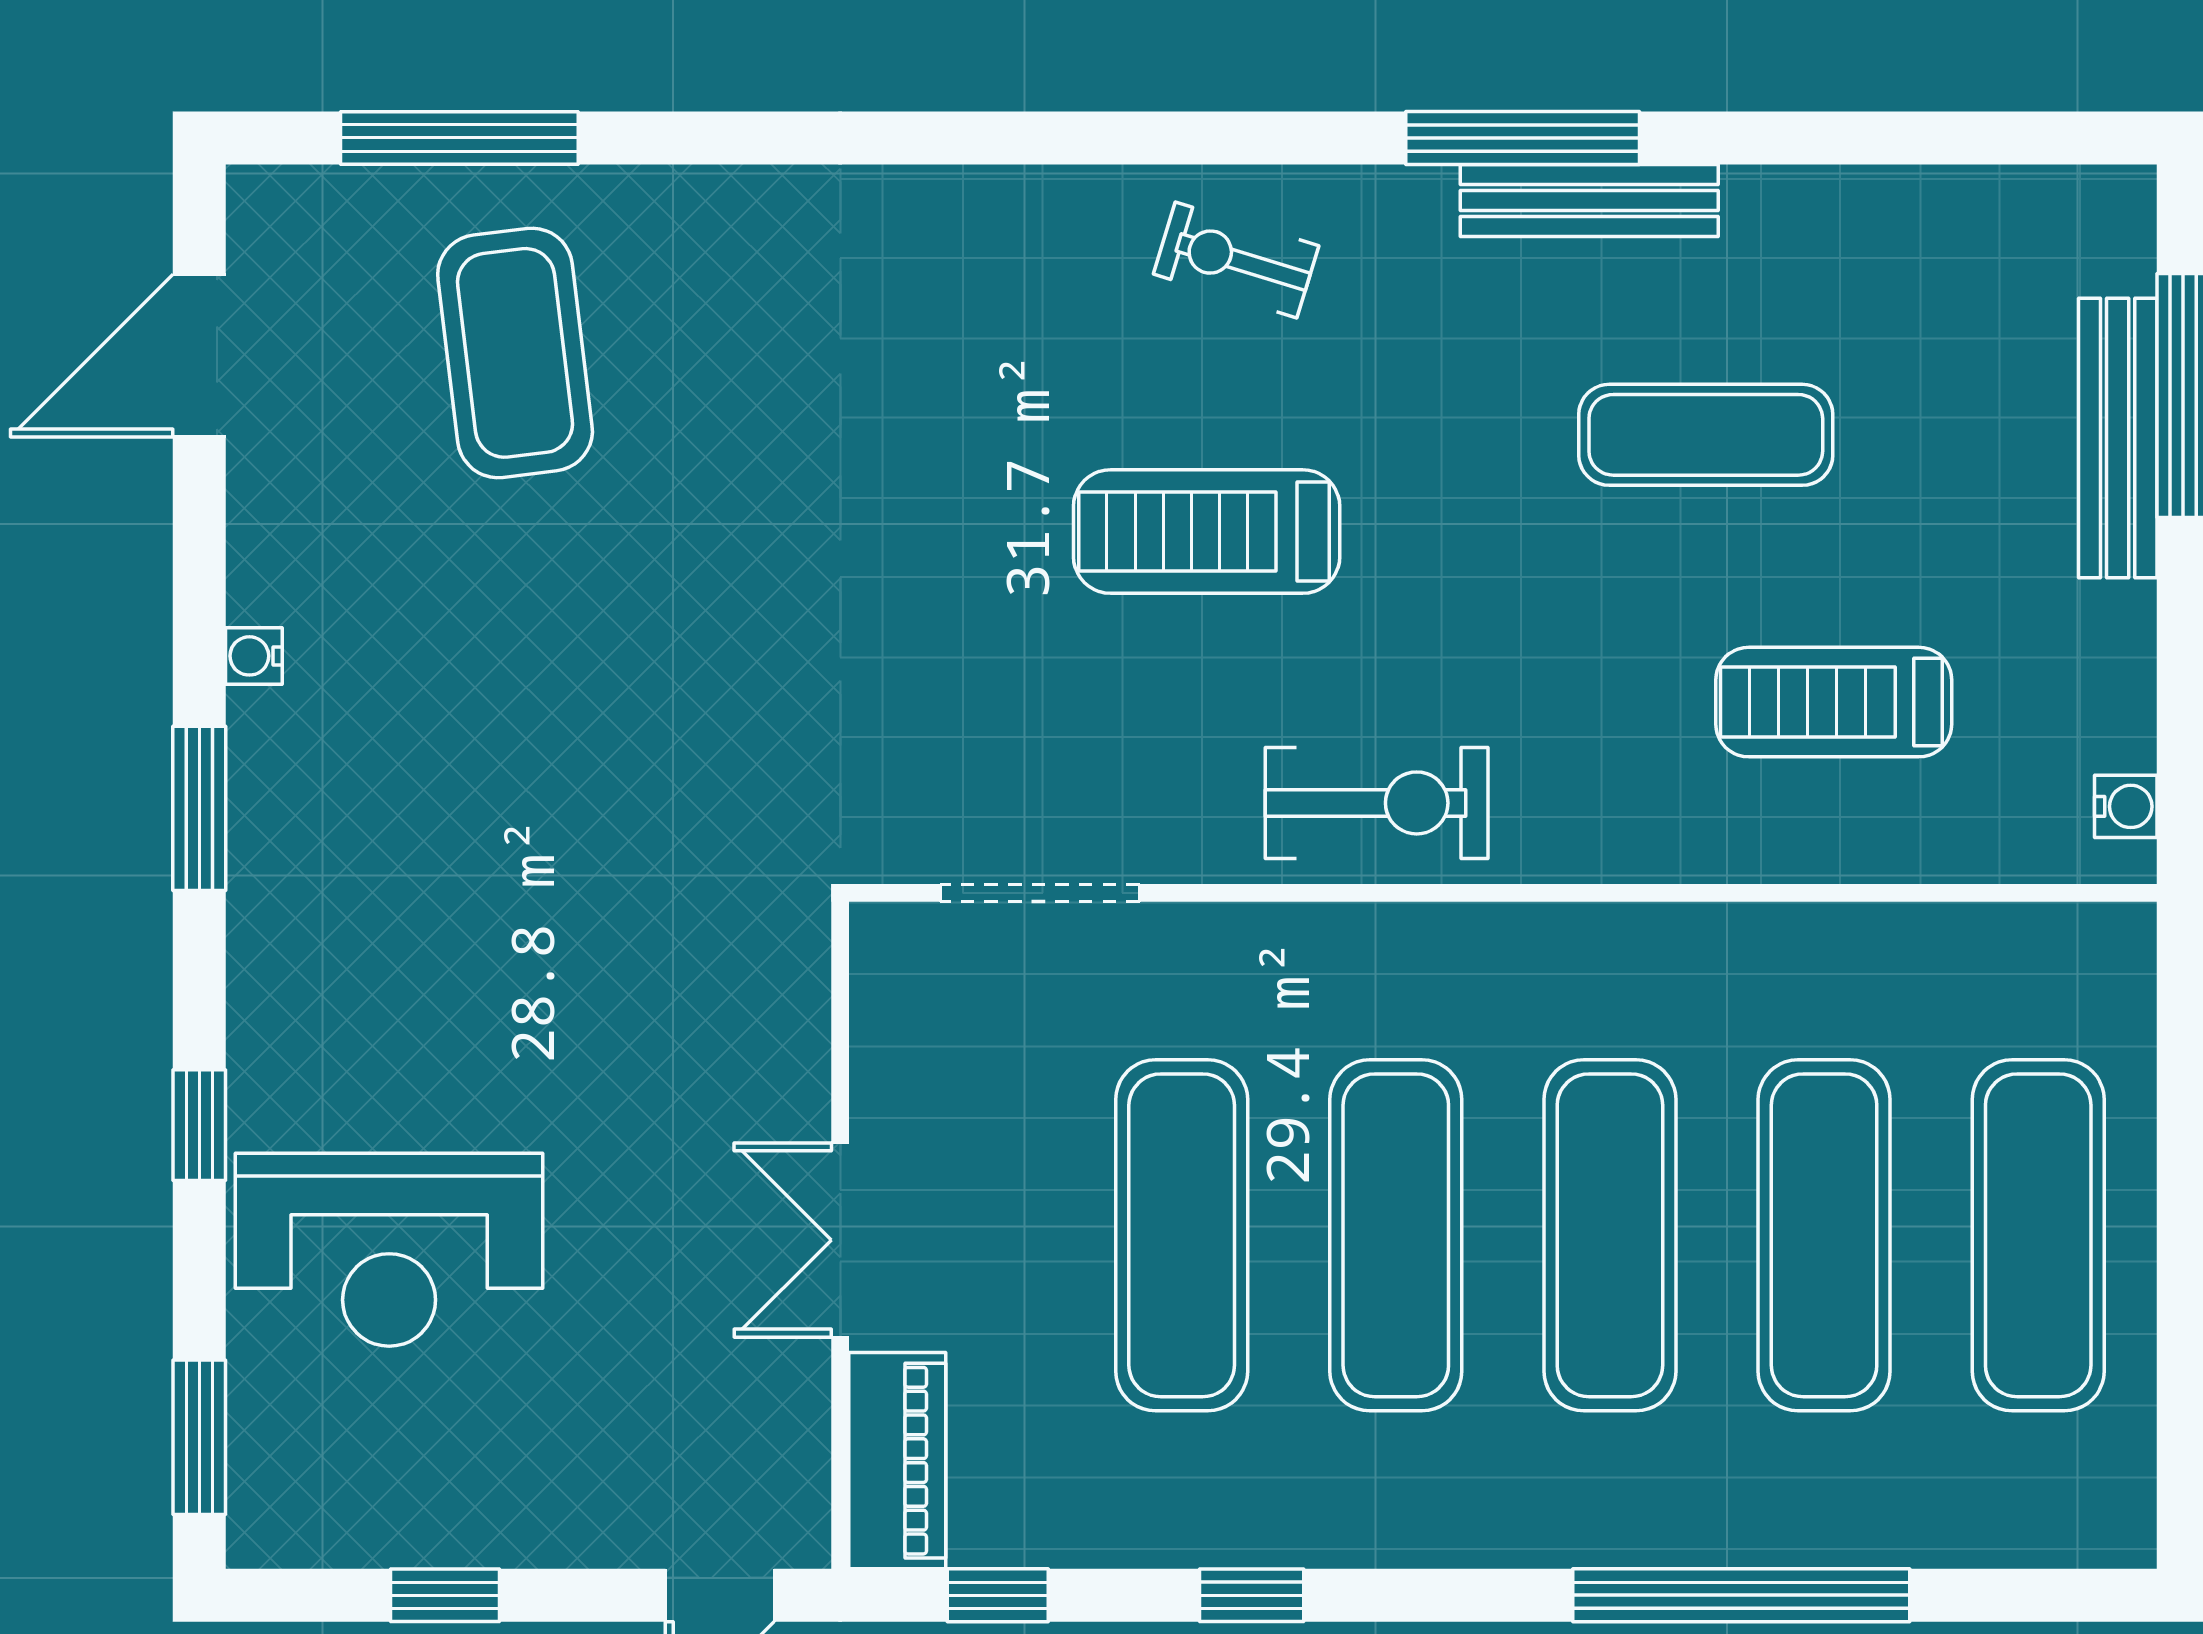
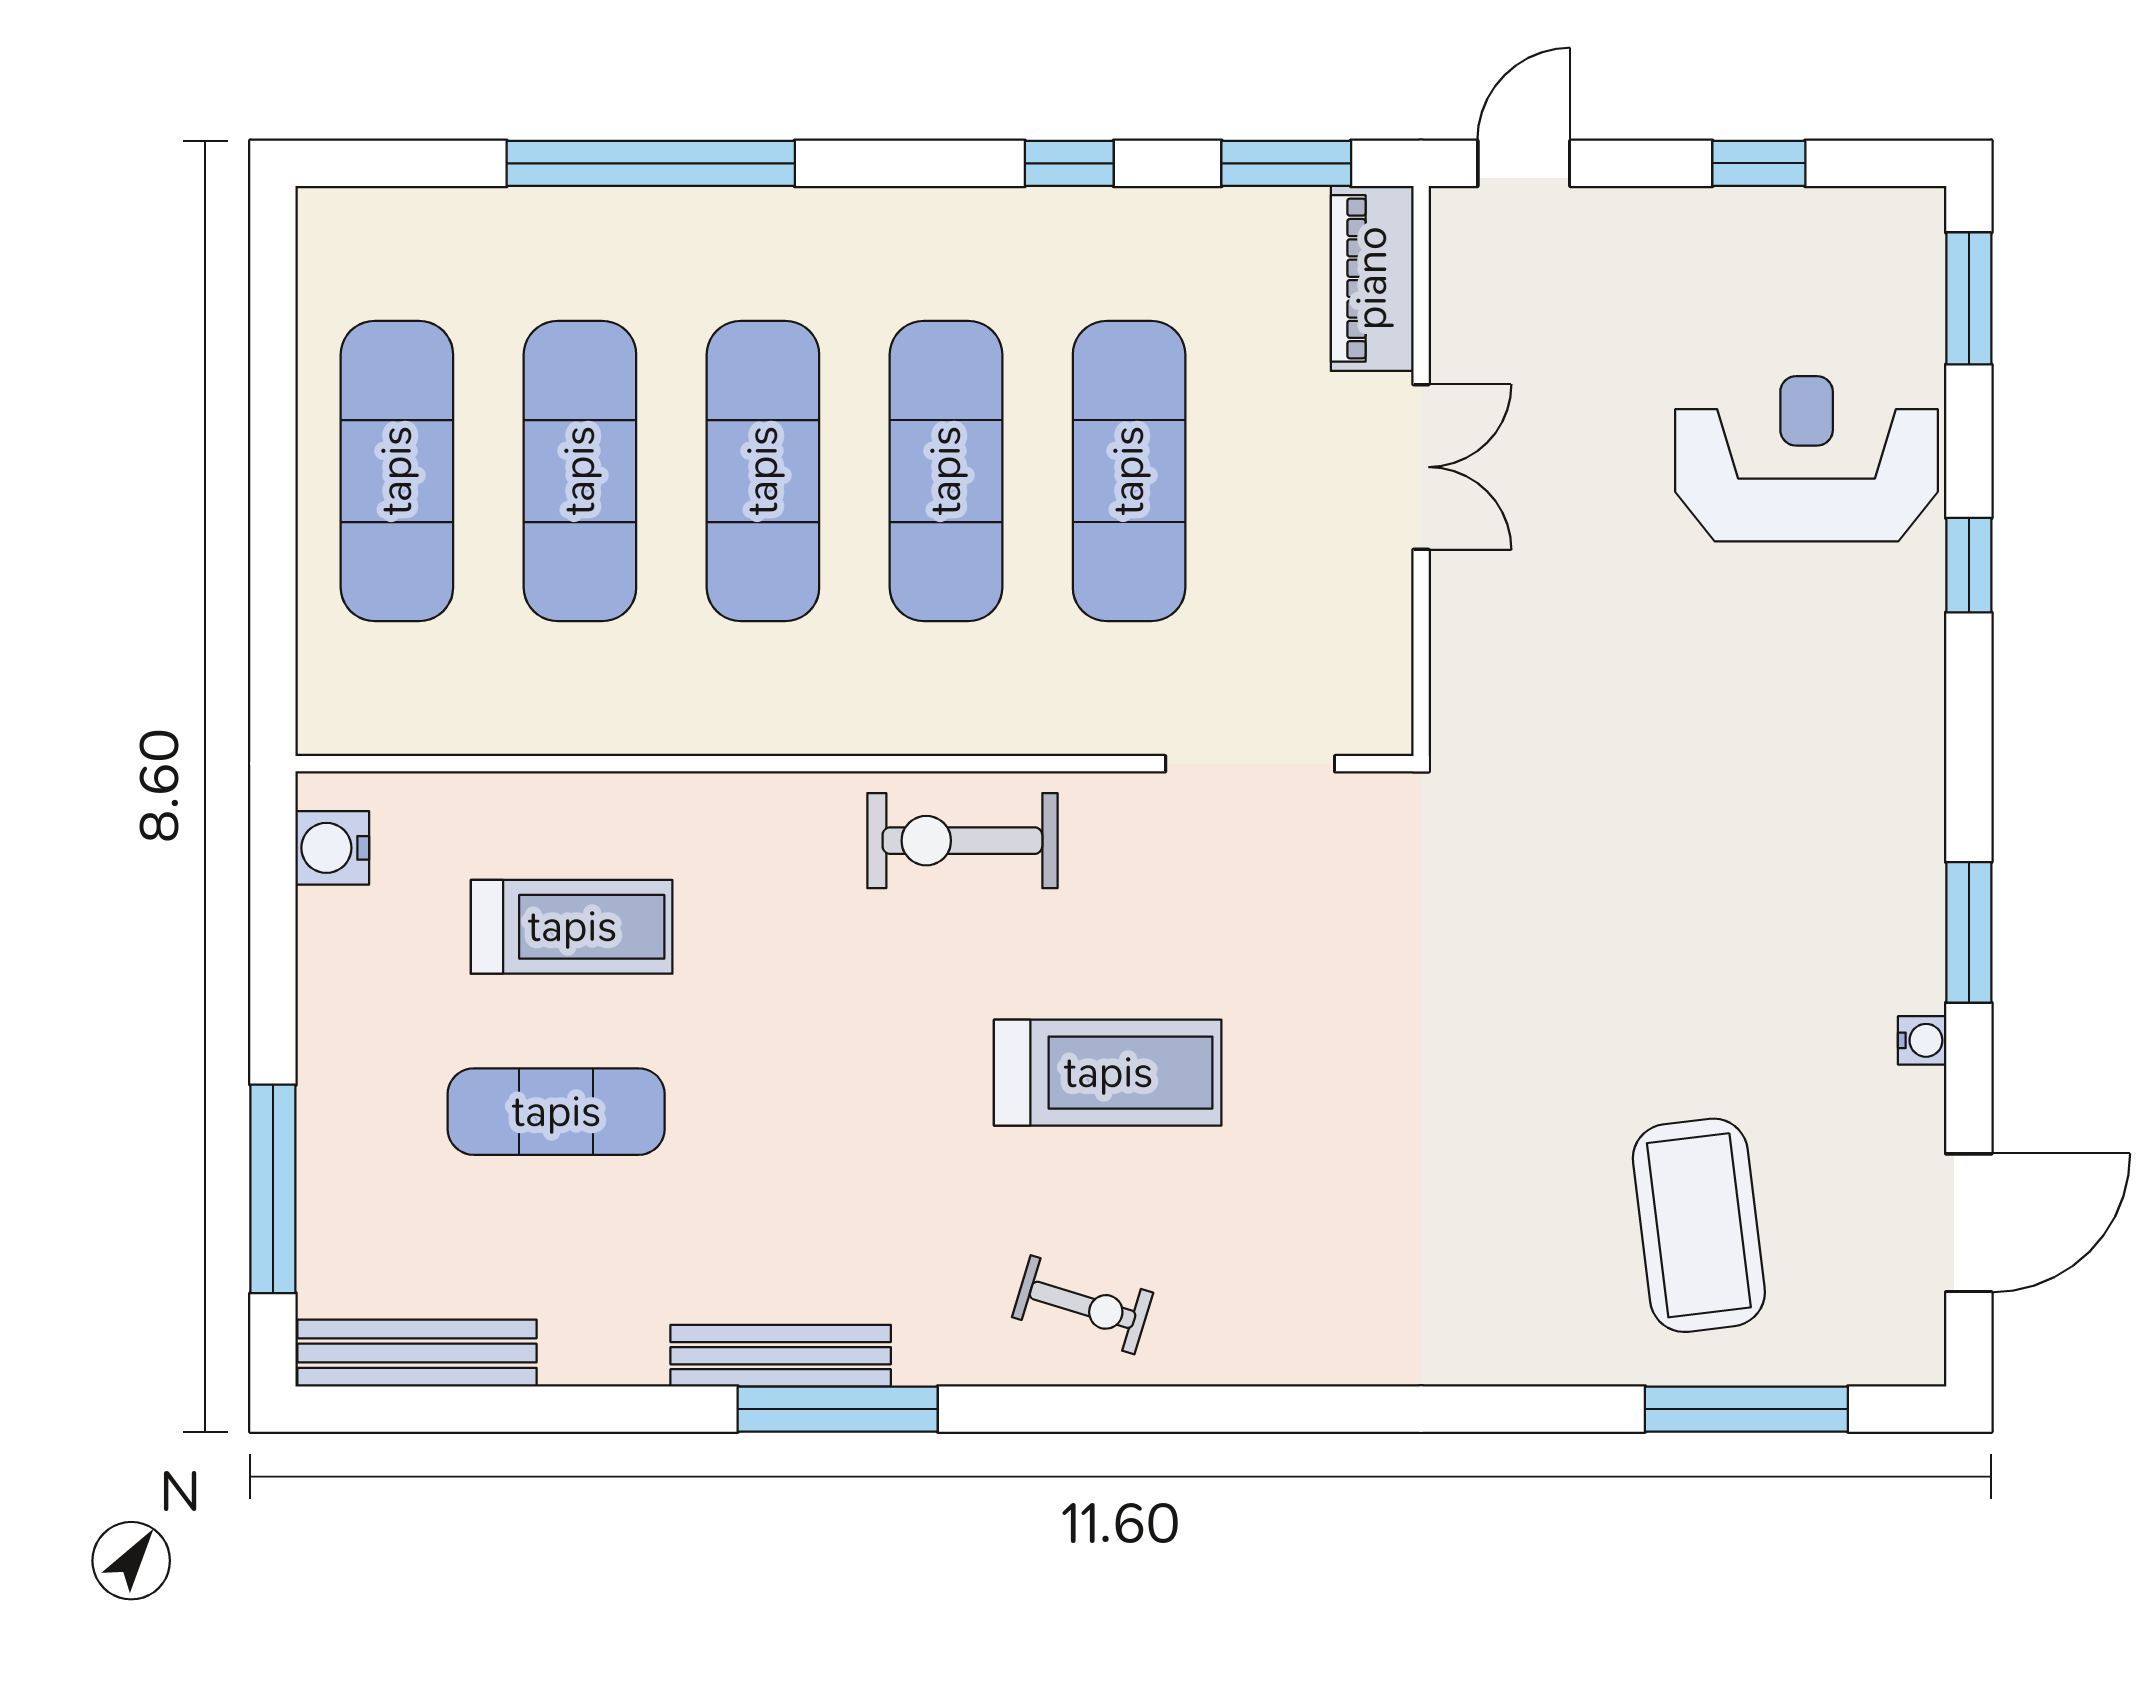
exercise mat: (1706, 435) -> (556, 1112), moved
bench: (2118, 438) -> (417, 1353), moved, turned 90
water cooler: (254, 656) -> (1922, 1040), moved
water cooler: (2126, 806) -> (332, 848), width x1.38, depth x1.38
window: (199, 808) -> (1969, 932), moved
window: (998, 1595) -> (1286, 163), width x1.50

